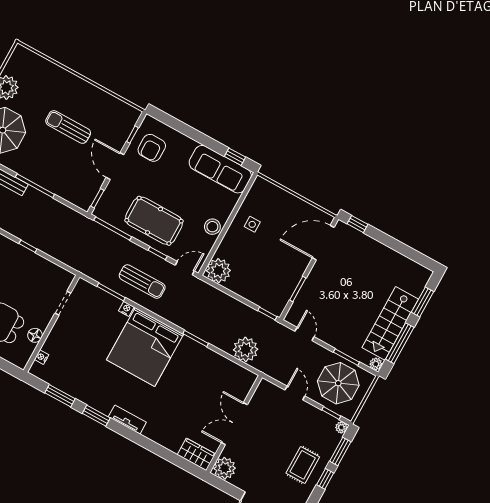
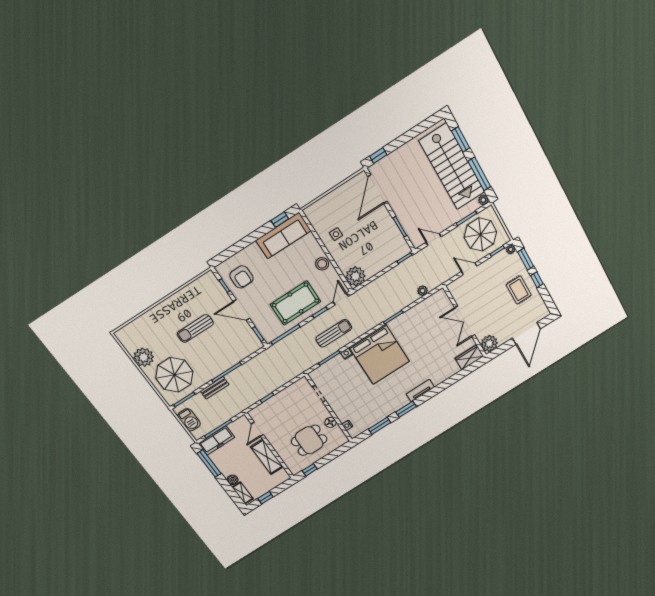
stairs: (390, 323) -> (452, 167), width x1.36, depth x1.51
plant: (246, 349) -> (423, 291), width x0.53, depth x0.53

